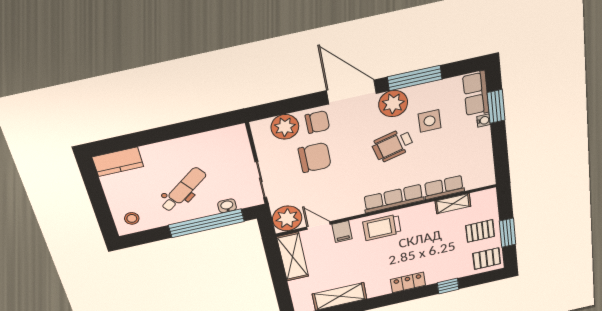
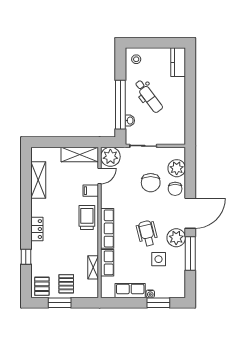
row of seats: (476, 94) -> (130, 291), moved

